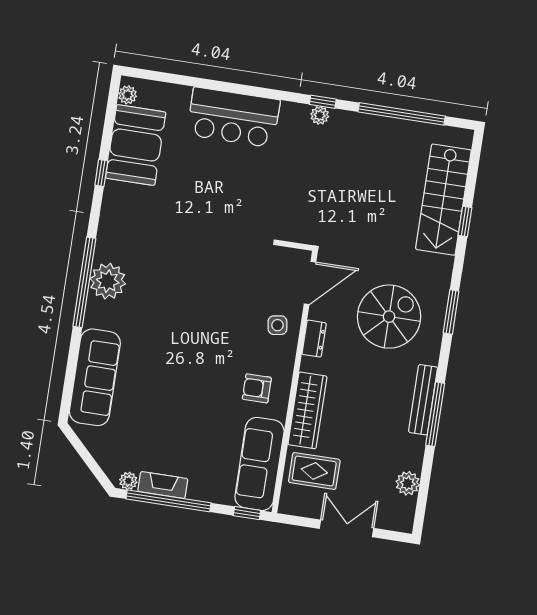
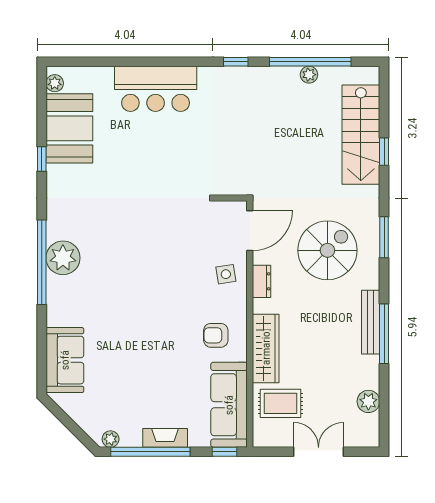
plant: (320, 115) -> (309, 75), moved
sofa: (95, 377) -> (65, 360), width x0.73
fireplace: (163, 485) -> (165, 438), moved

